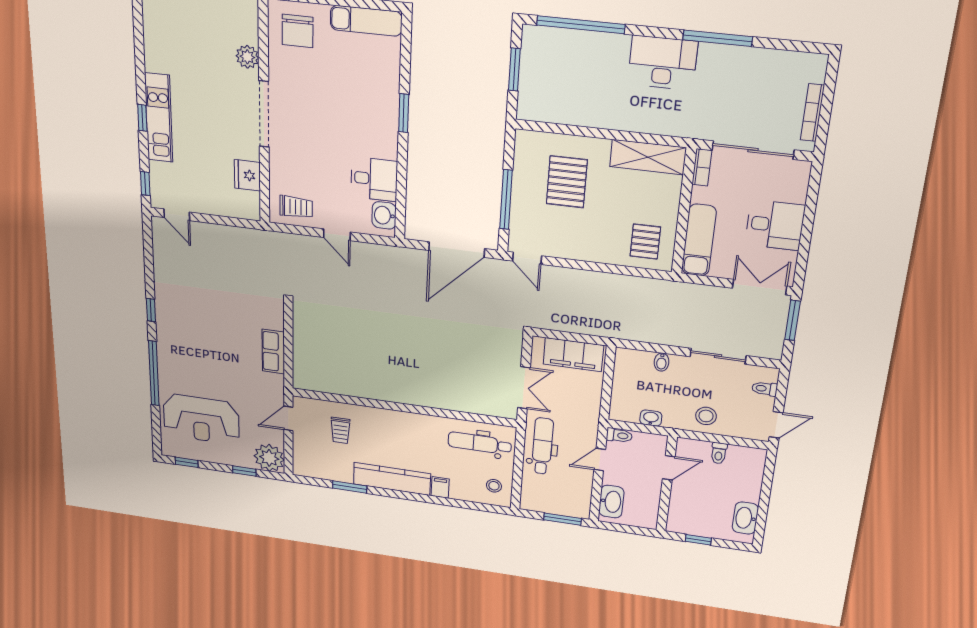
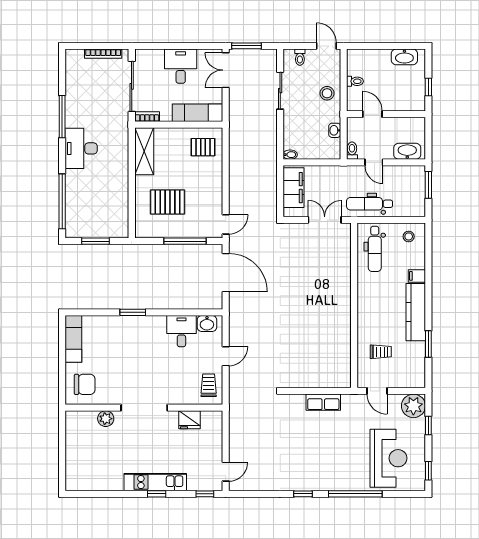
bidet: (662, 362) -> (290, 155), moved

